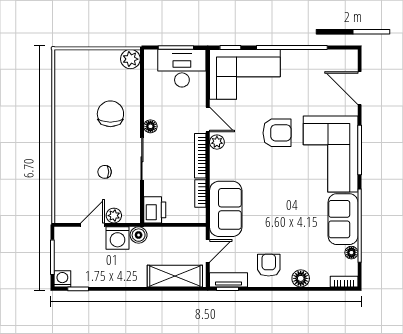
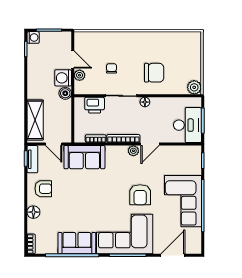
corner sofa: (245, 74) -> (183, 201), moved
printer: (155, 210) -> (95, 105), moved
floor lamp: (351, 253) -> (52, 249), removed

